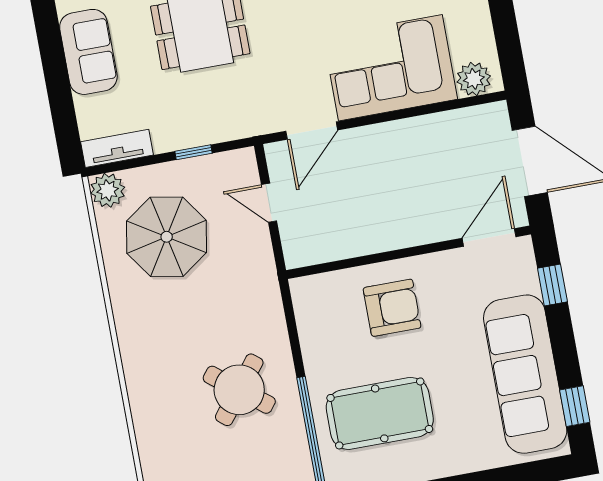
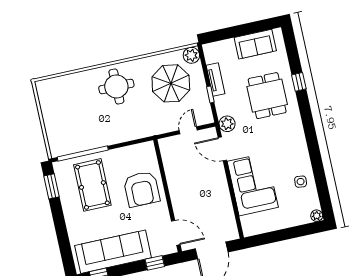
plant: (474, 79) -> (227, 124), moved
tv unit: (117, 148) -> (215, 80), moved
armchair: (392, 308) -> (142, 189), width x1.36, depth x1.36
round table: (239, 390) -> (116, 86), moved, turned -38

